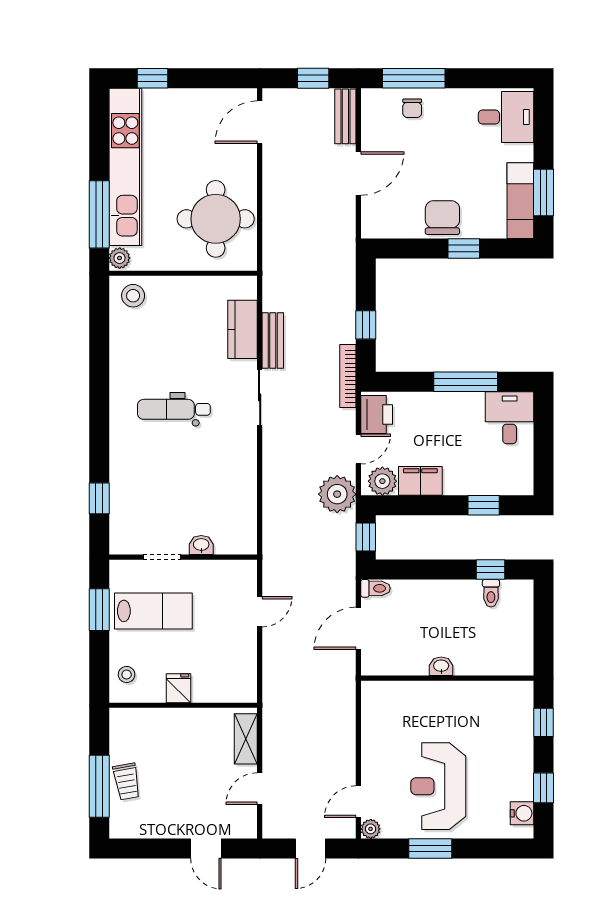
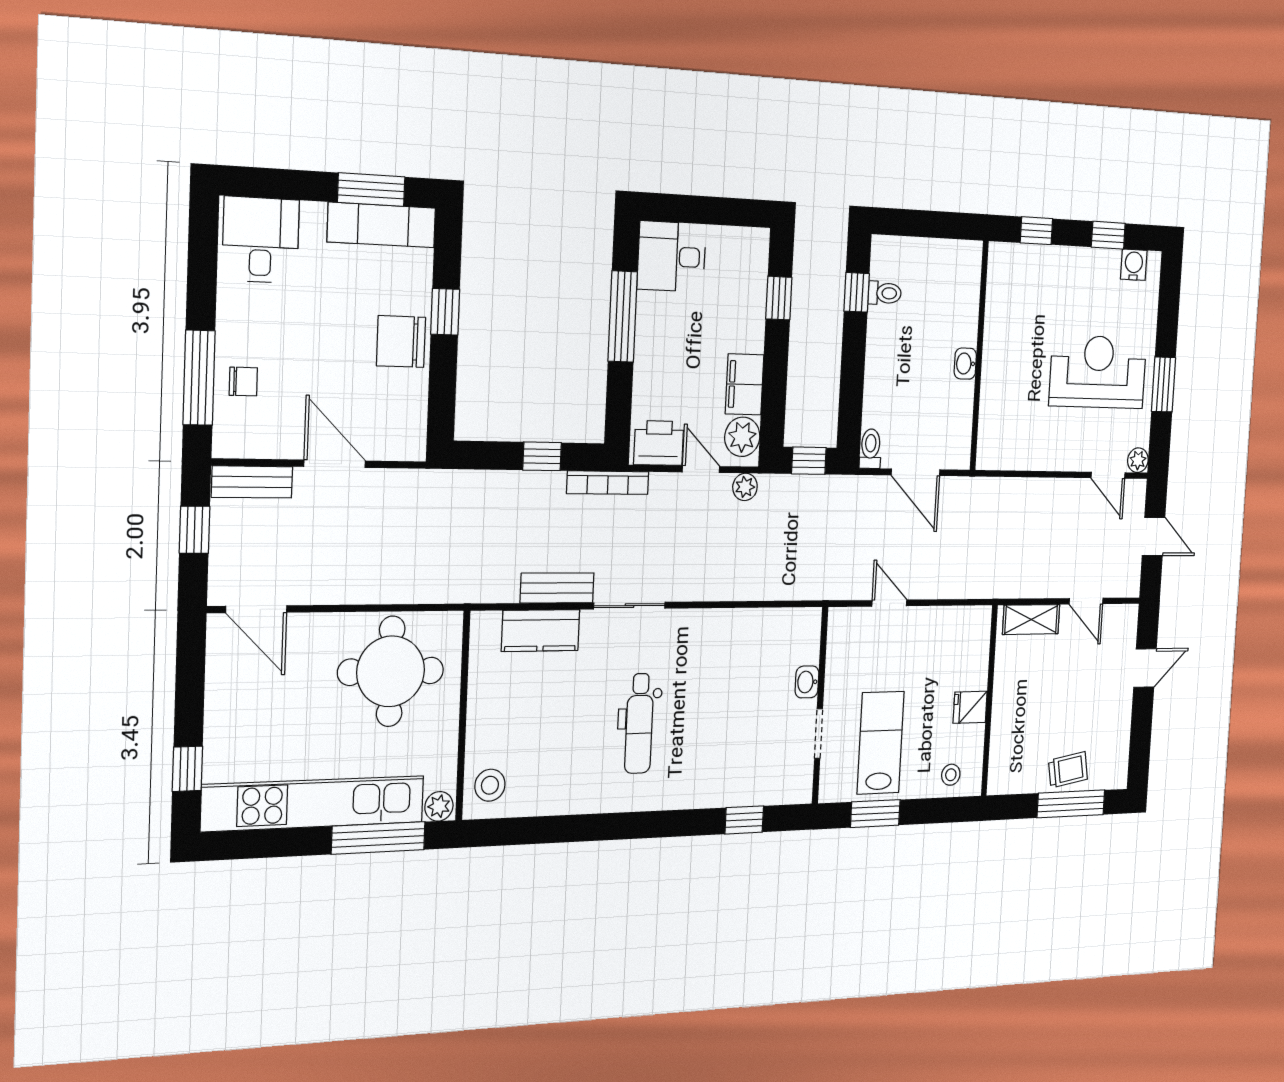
plant: (337, 494) -> (745, 487), width x0.53, depth x0.53
reception desk: (438, 786) -> (1098, 372), turned 180

